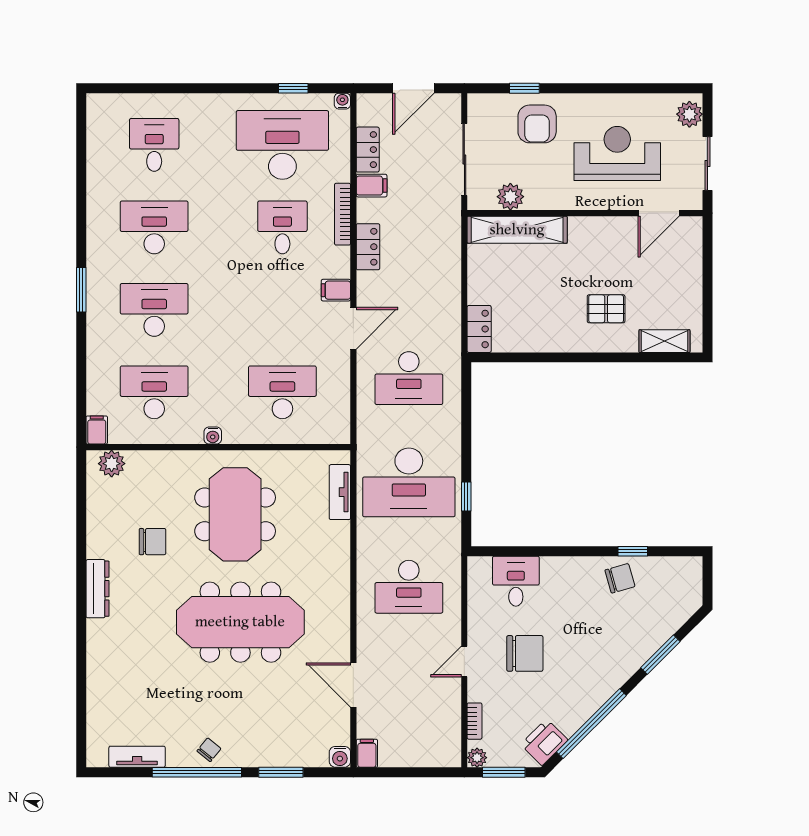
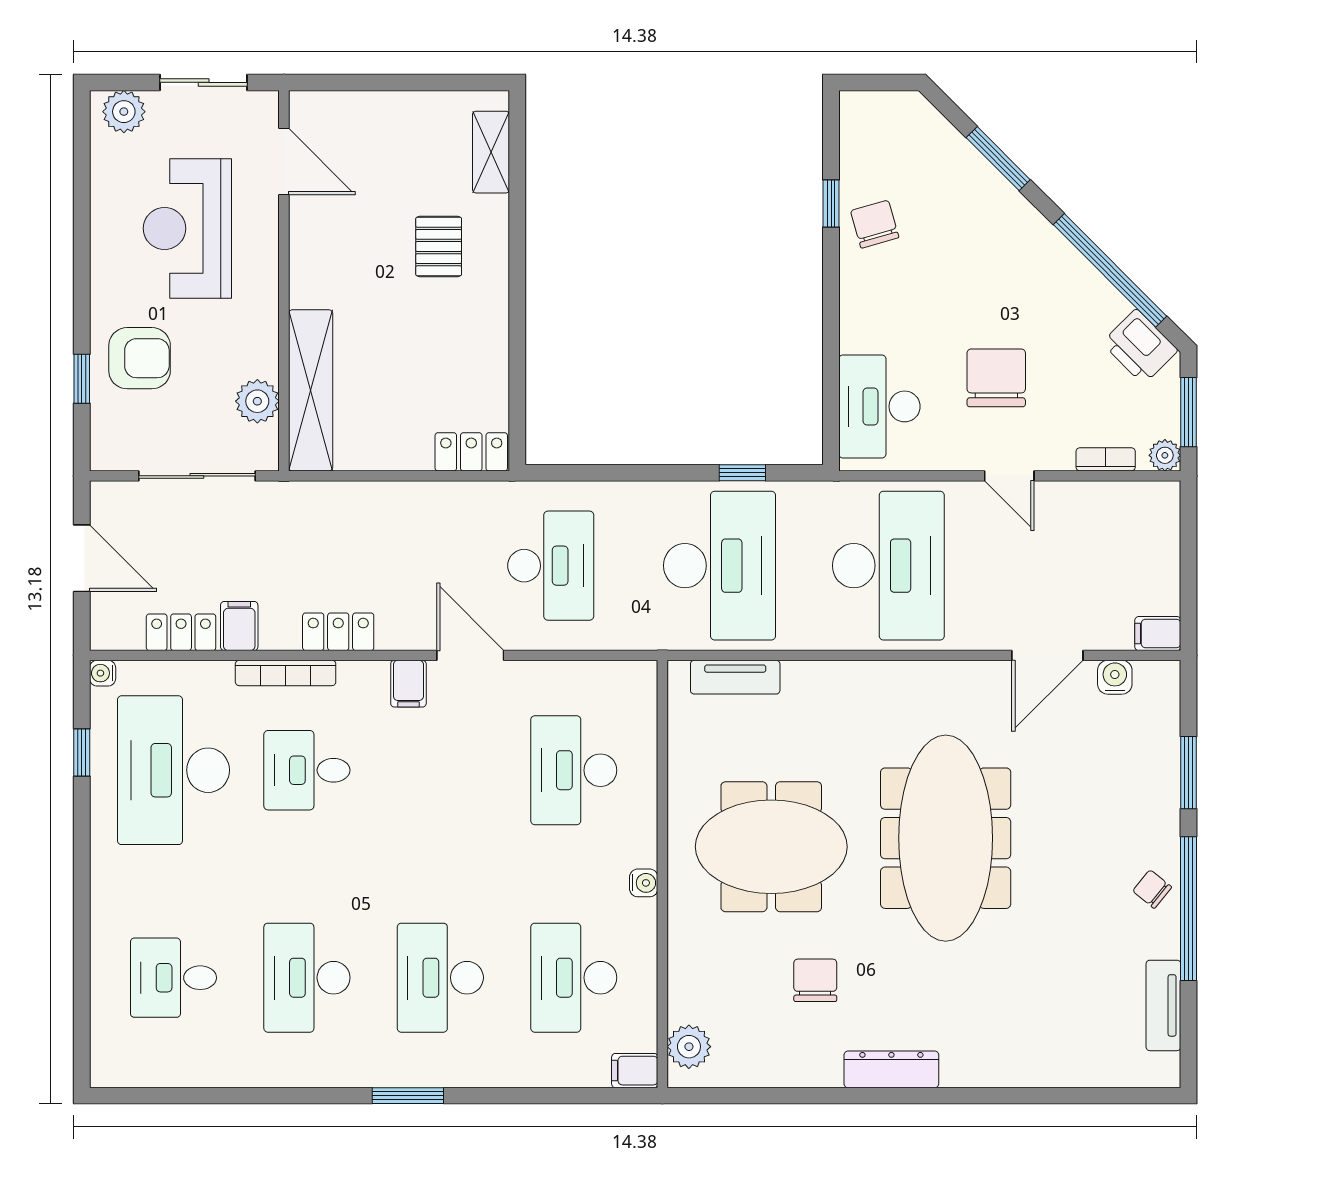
desk: (516, 581) -> (879, 406), width x1.37
desk: (409, 587) -> (888, 566), width x1.36, depth x1.30
water cooler: (340, 757) -> (1115, 677), moved, turned -90

